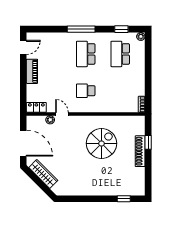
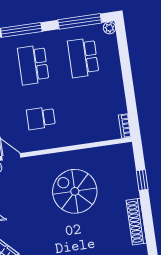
window: (121, 29) -> (80, 21), width x2.17
spiral stairs: (102, 143) -> (75, 191), turned -90
shoe rack: (140, 151) -> (136, 222), moved

